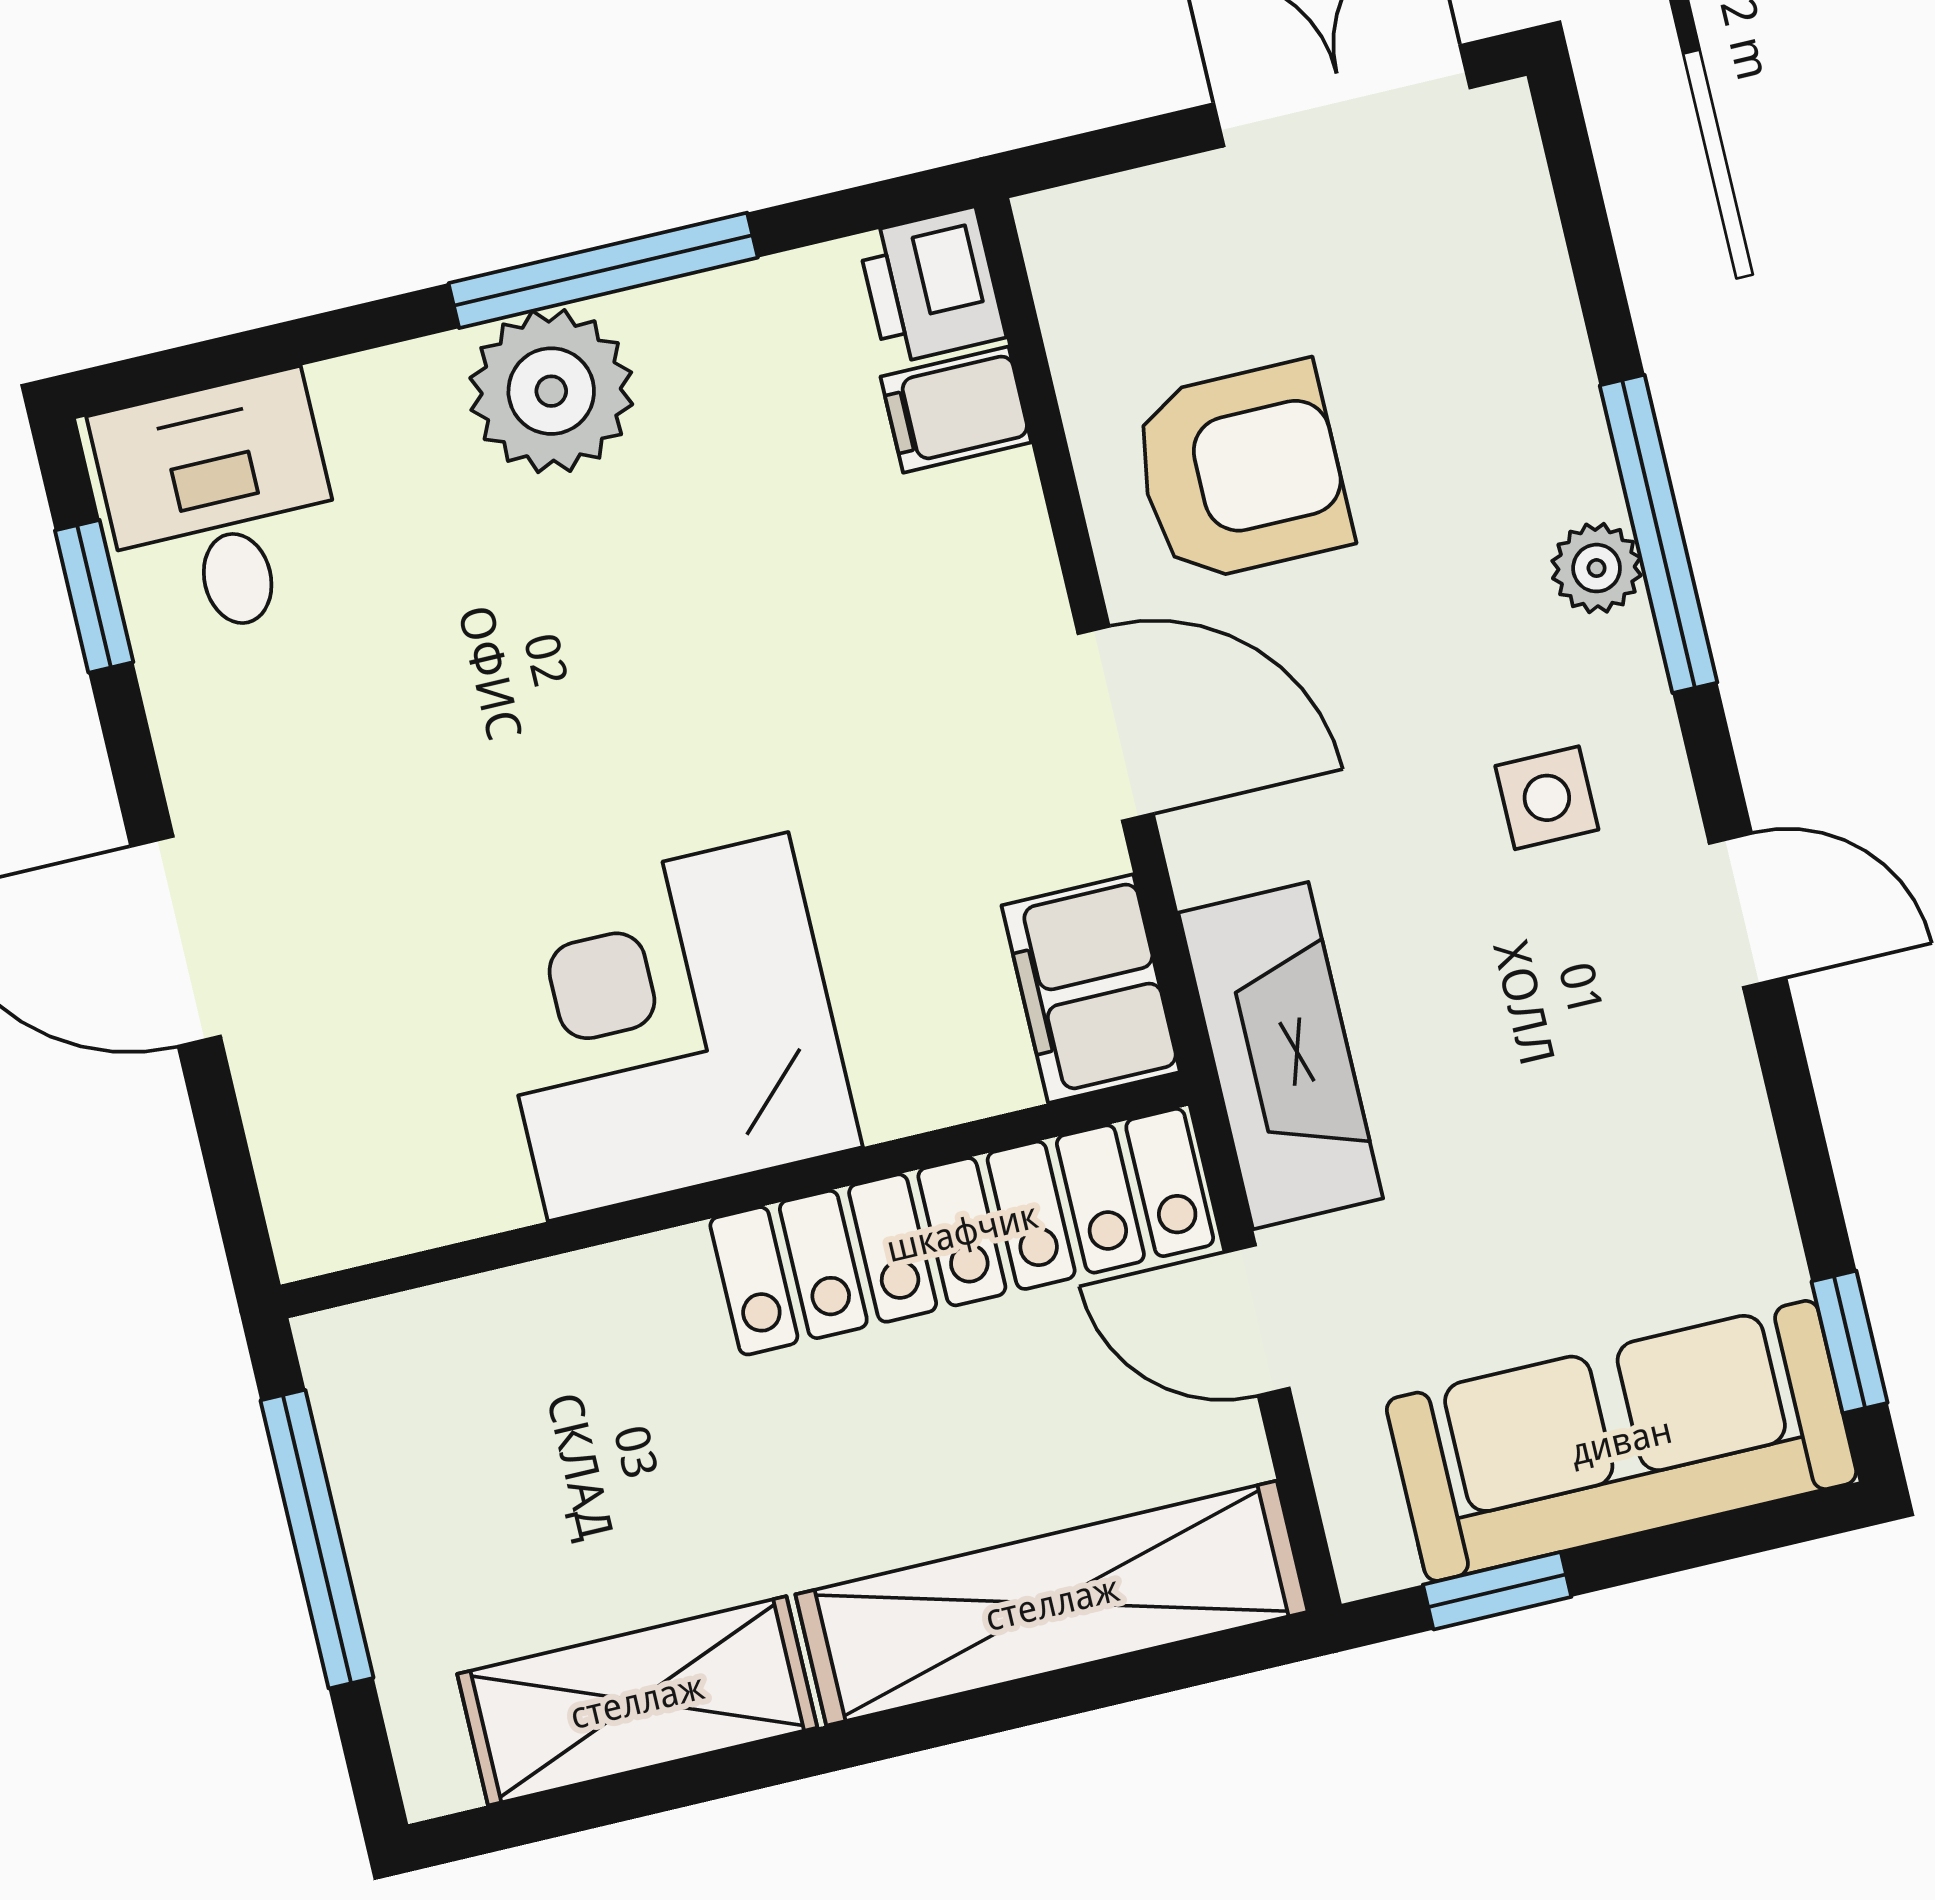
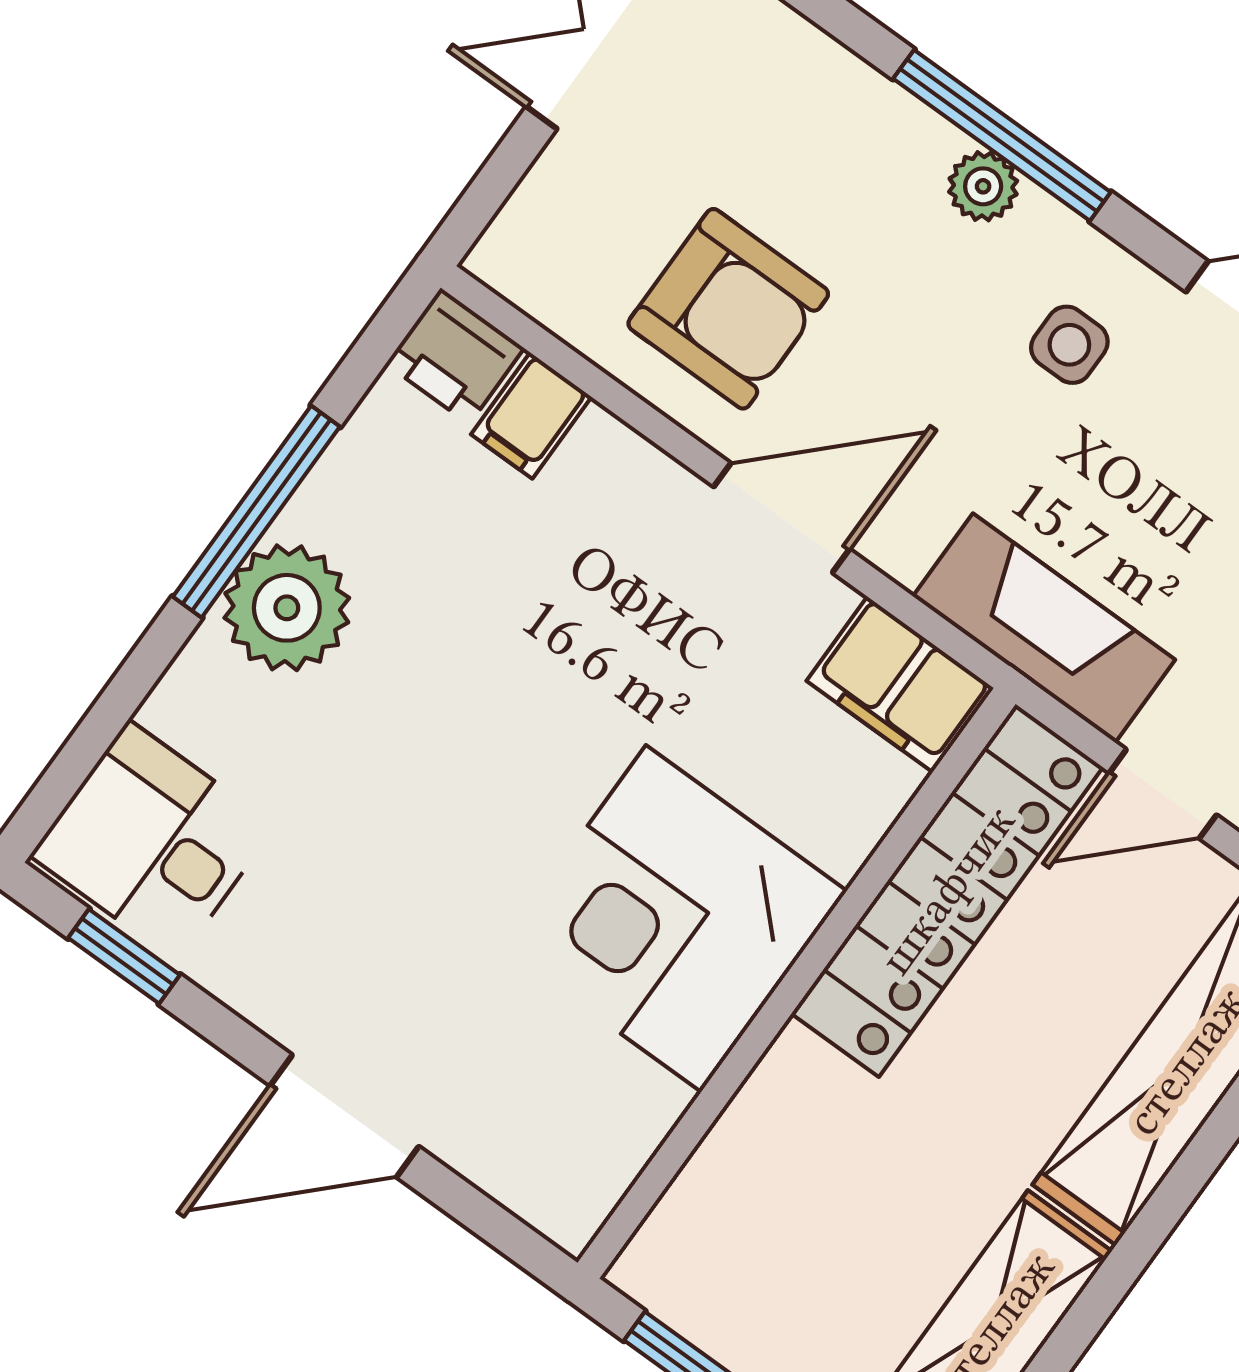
armchair: (1241, 472) -> (728, 309), turned 90

